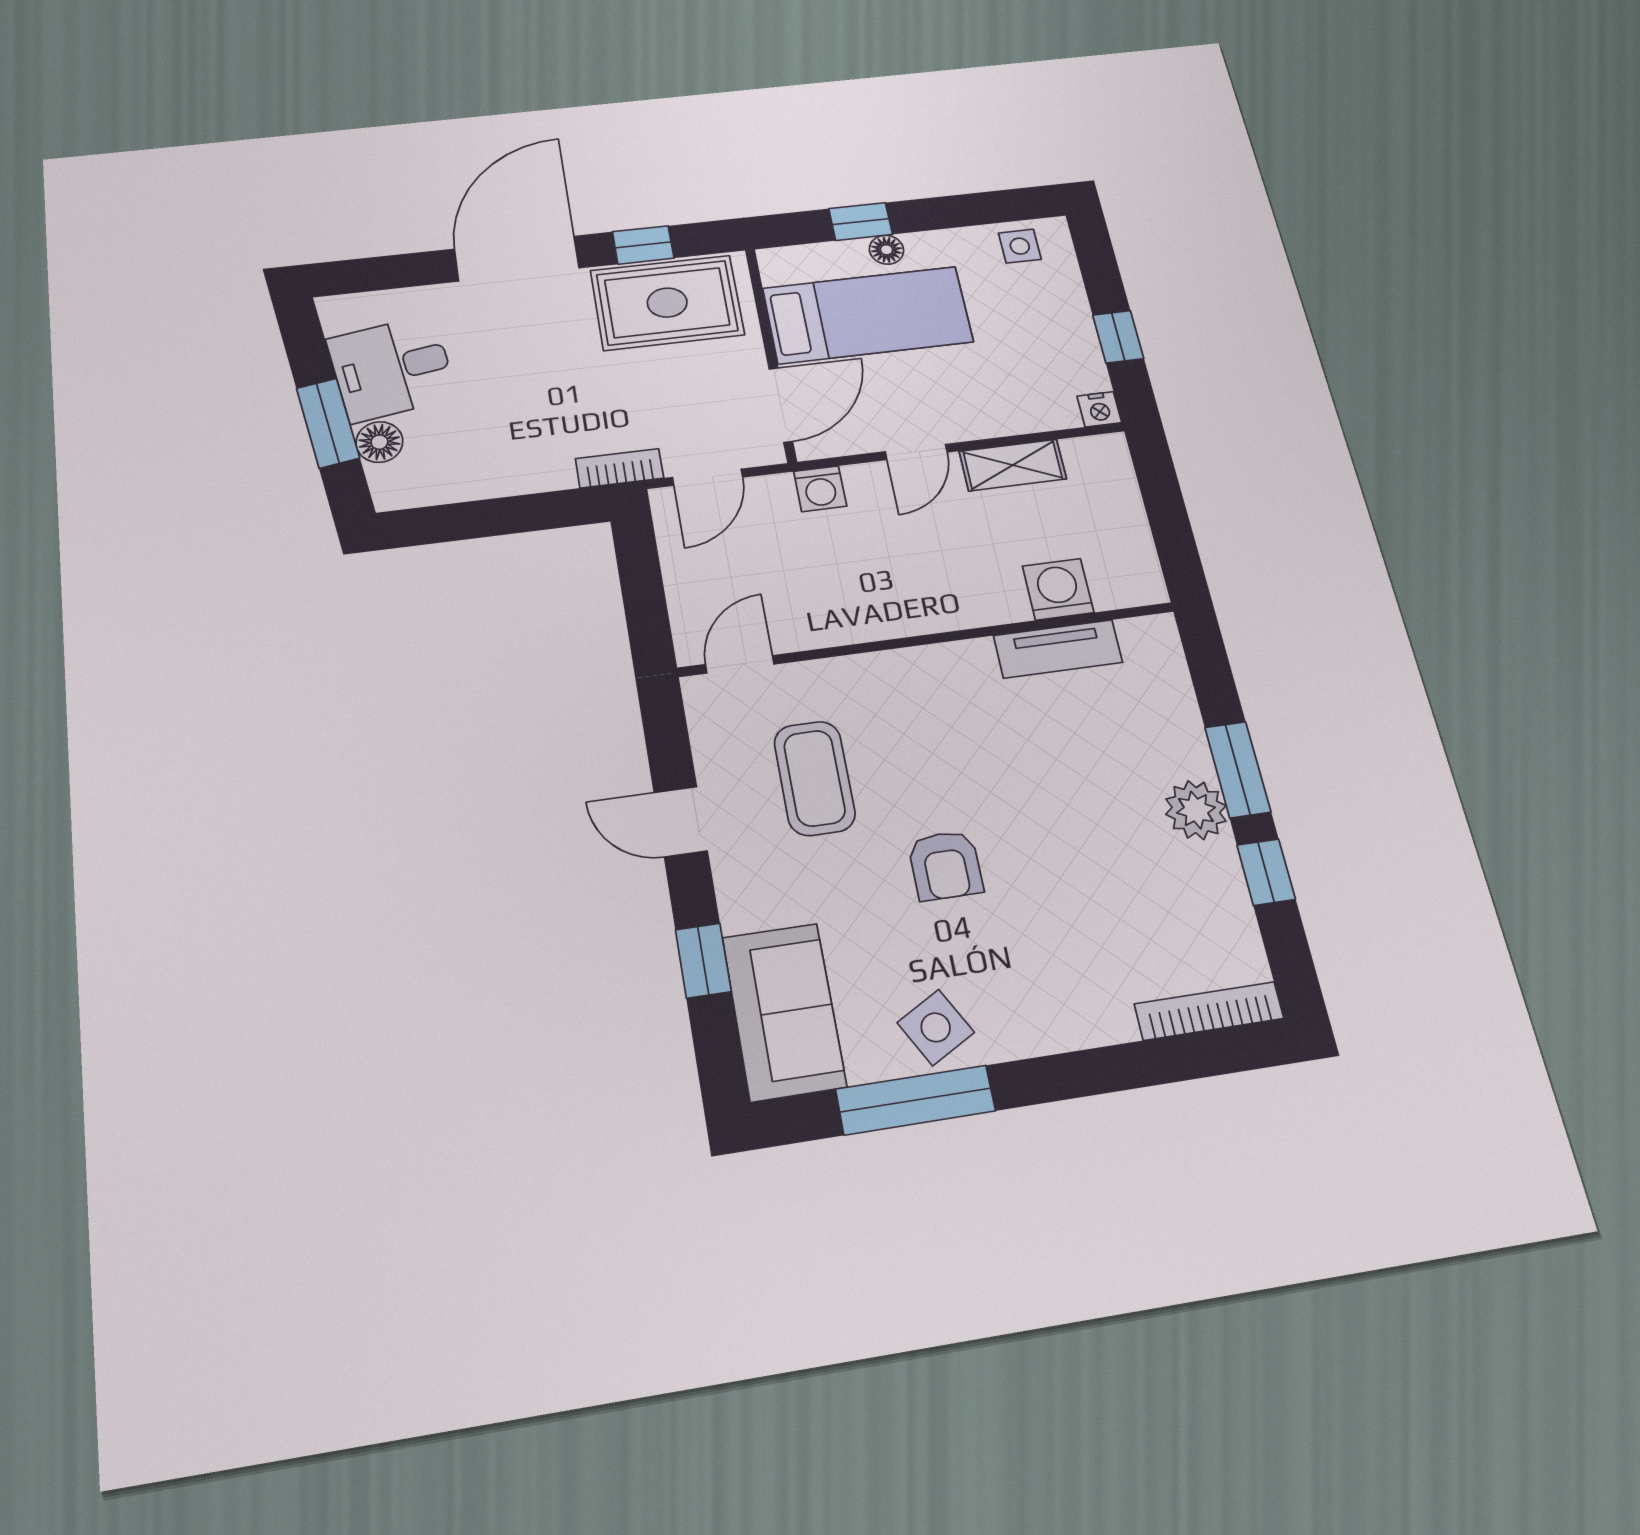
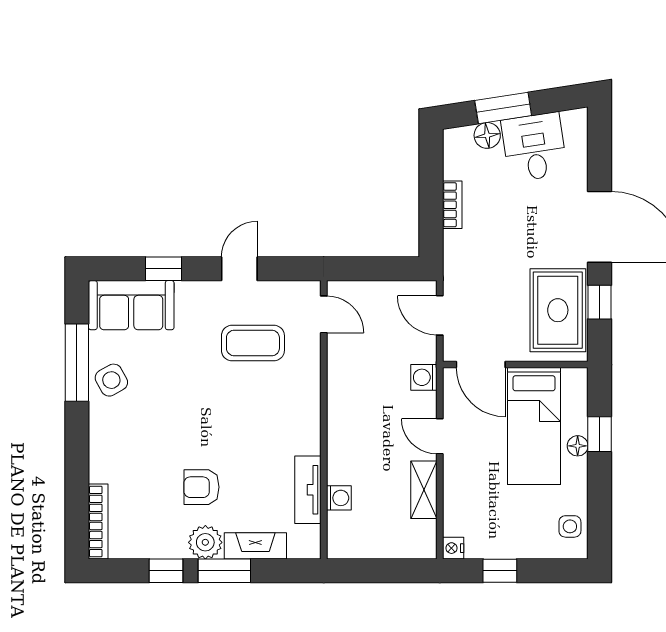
bookcase: (620, 468) -> (452, 205), moved
washing machine: (1058, 589) -> (339, 498), width x0.73, depth x0.73
fireplace: (1179, 723) -> (255, 546), added
armchair: (945, 865) -> (202, 487), moved

